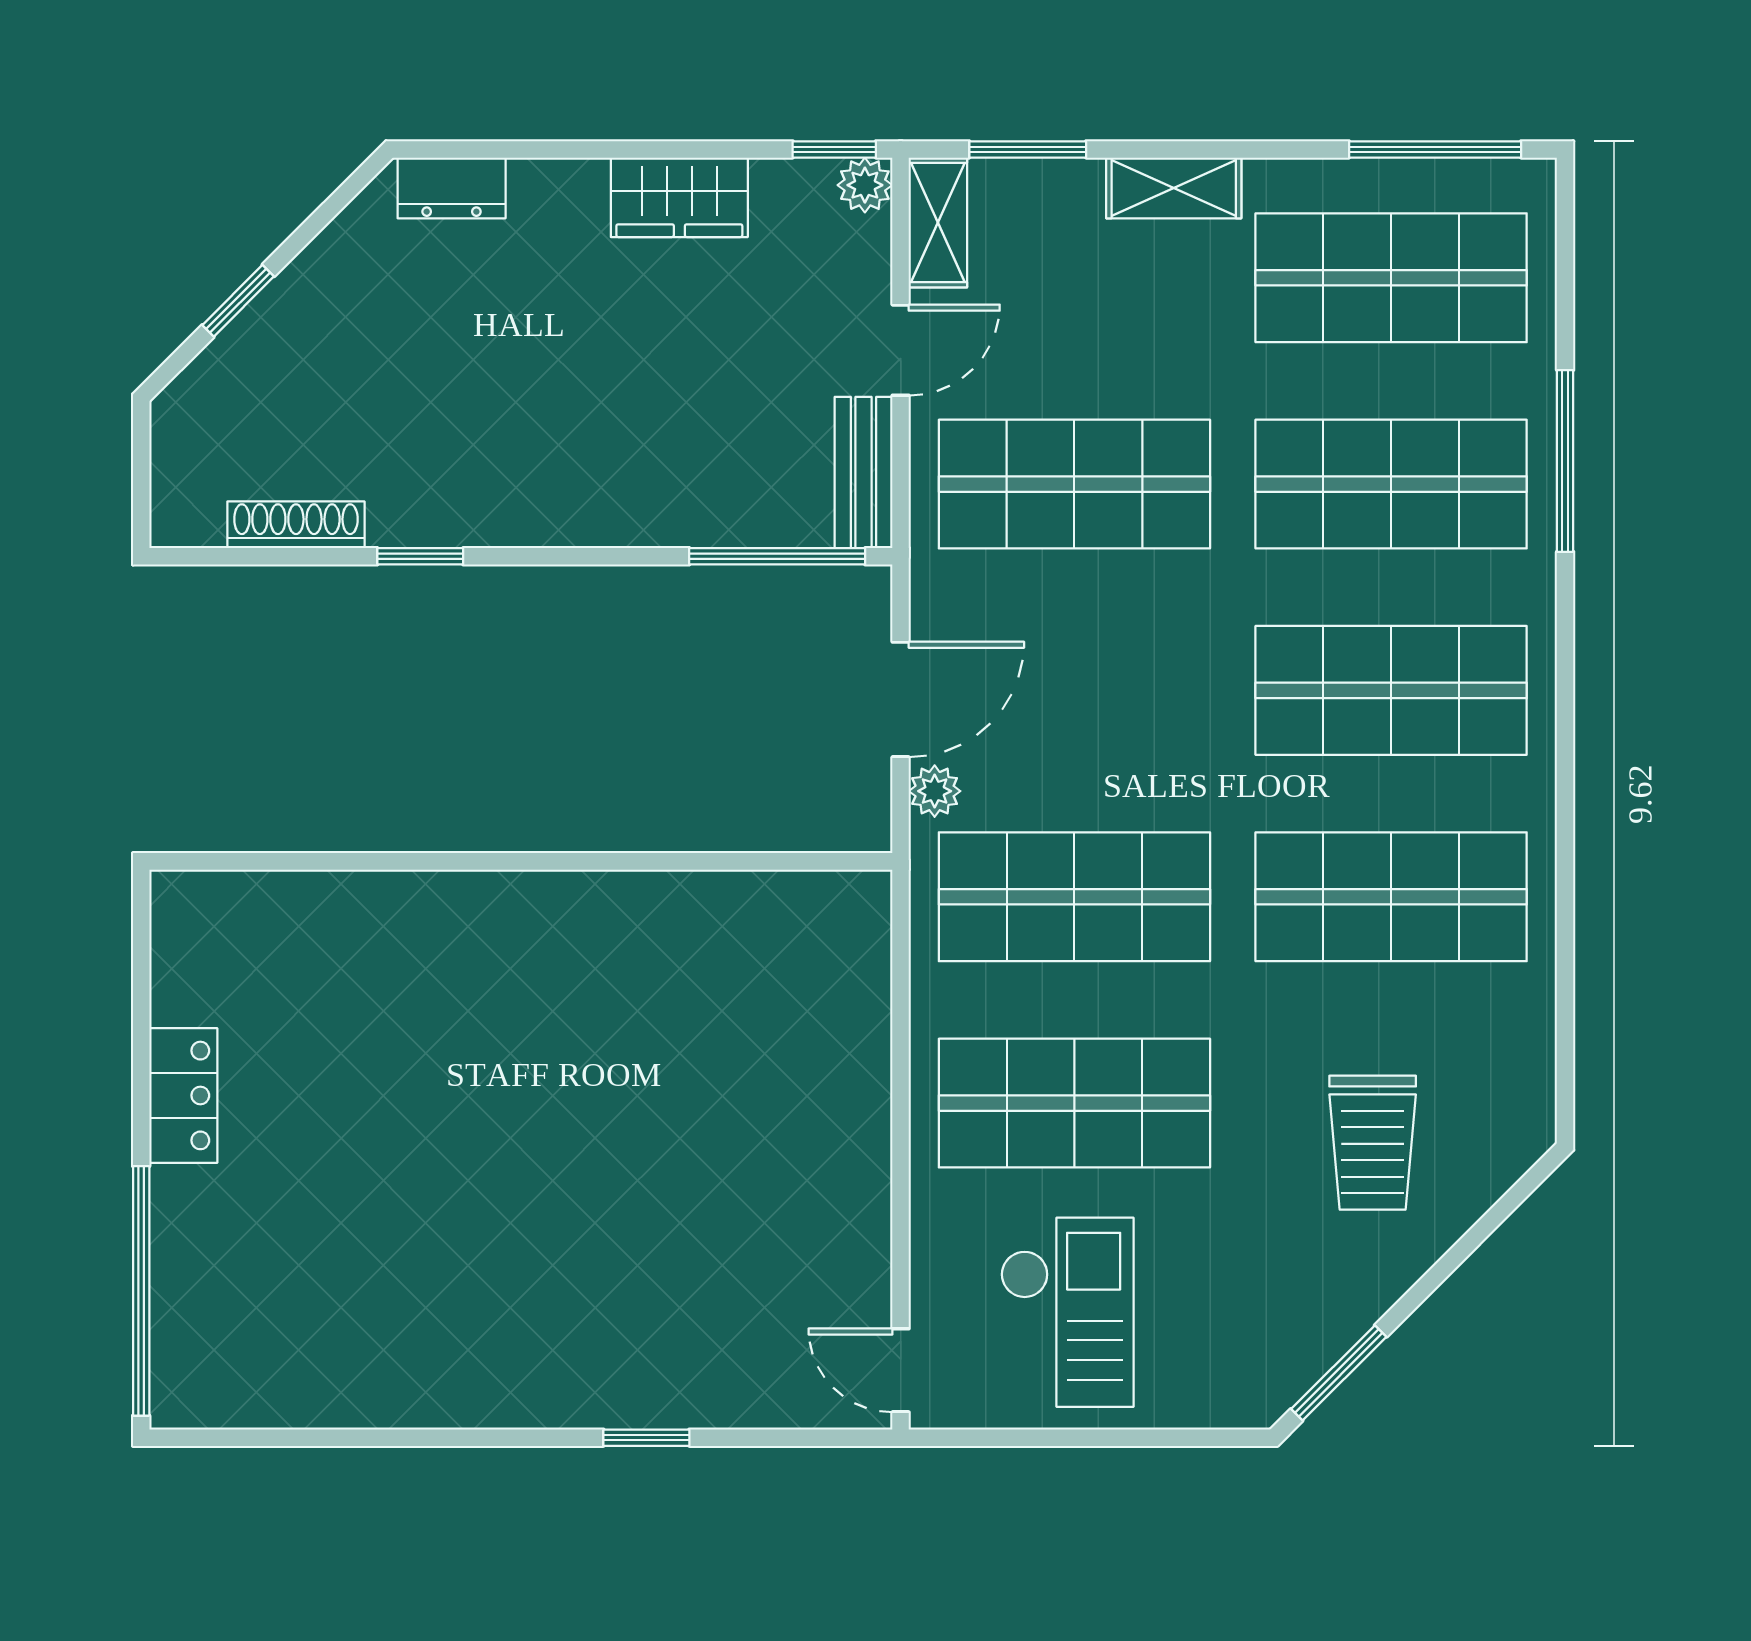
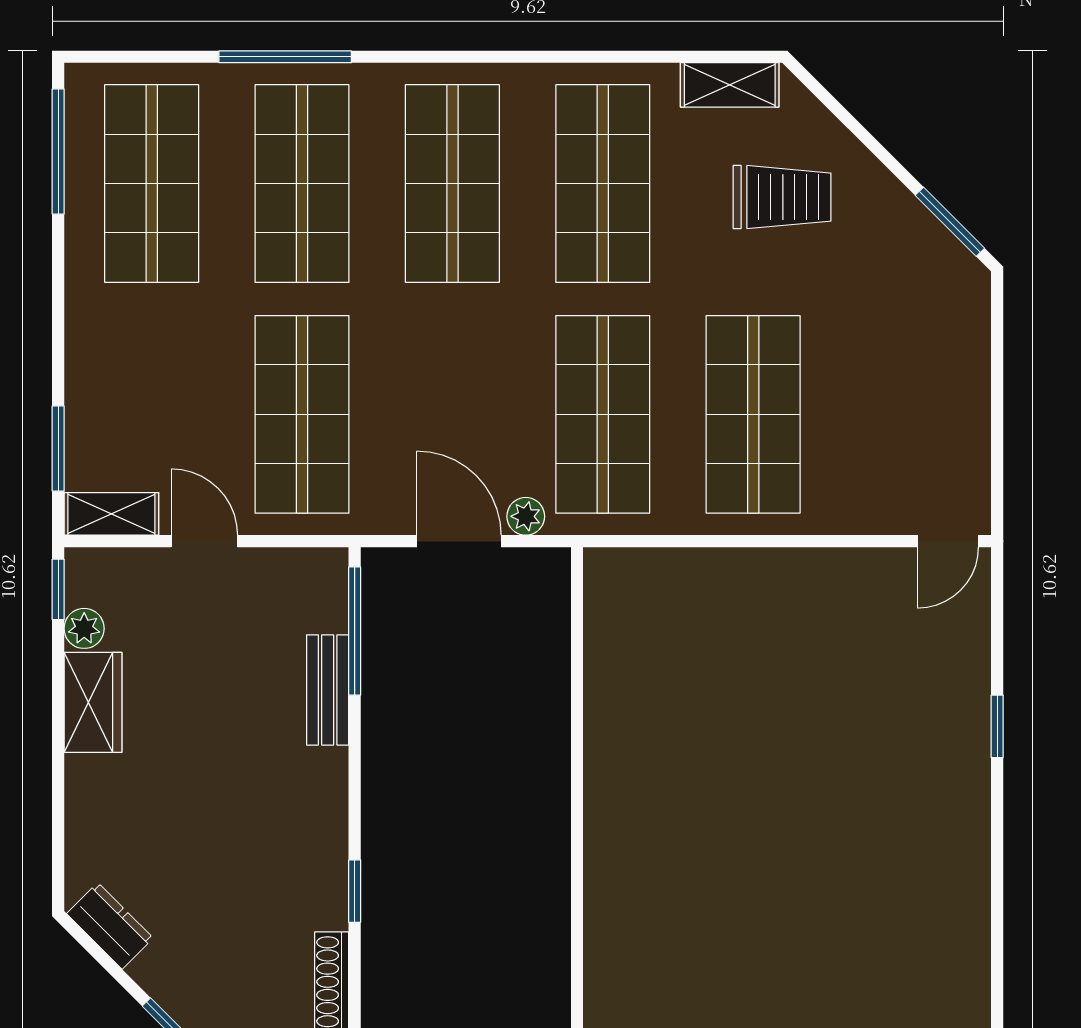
plant: (865, 185) -> (84, 628), moved
dresser: (452, 188) -> (110, 926), moved, turned -45
shelving: (1174, 188) -> (730, 85), moved, turned 90
bench: (864, 472) -> (328, 690), moved, turned 90
checkout: (1067, 1312) -> (906, 420), removed

